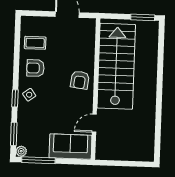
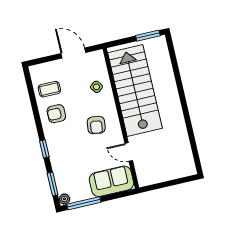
armchair: (80, 80) -> (96, 125), moved
side table: (29, 95) -> (96, 87), moved
door: (94, 123) -> (129, 152), hinge flipped

